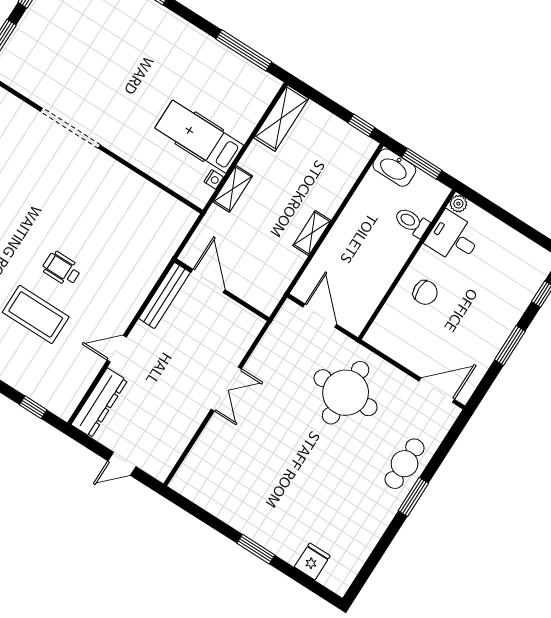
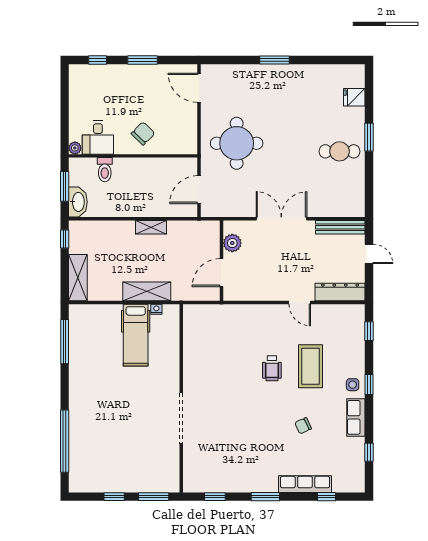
shelving: (281, 118) -> (78, 278), moved, turned 90
shelving: (233, 189) -> (147, 291), width x1.50, depth x1.33
chair: (425, 293) -> (143, 133), turned 44
bench: (164, 295) -> (340, 227), moved
plant: (234, 315) -> (232, 243), added
double door: (226, 389) -> (281, 219), width x1.37
cafe table: (405, 464) -> (340, 151), moved

